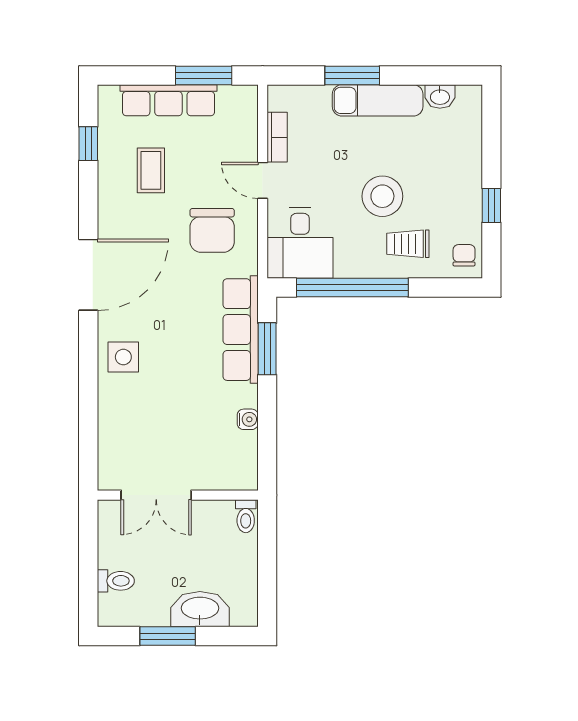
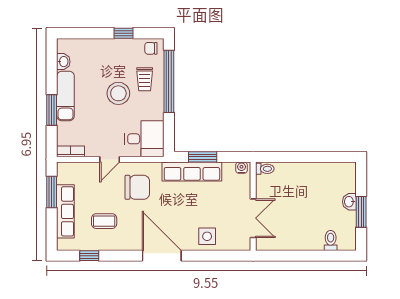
bookcase: (277, 137) -> (71, 151), moved
window: (352, 288) -> (169, 81), moved
double door: (156, 495) -> (253, 218), moved
wall: (178, 495) -> (253, 206), moved
toilet: (246, 516) -> (265, 169), moved
washbasin: (200, 609) -> (349, 202), width x0.52, depth x0.69

